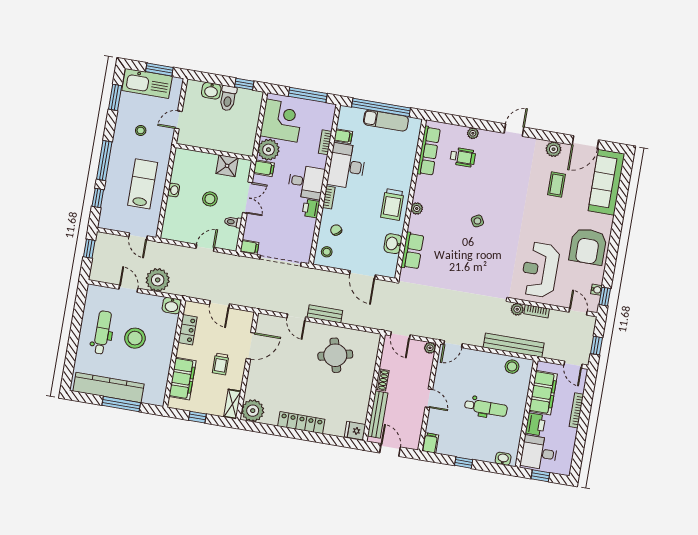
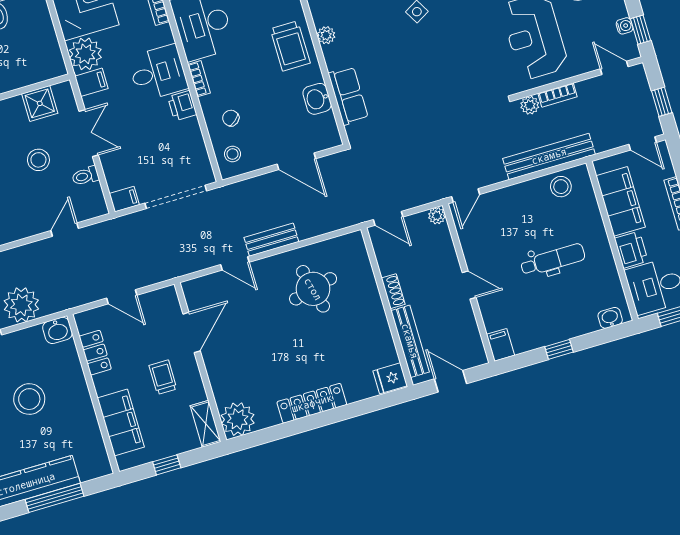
trolley: (221, 364) -> (163, 377), turned 180

